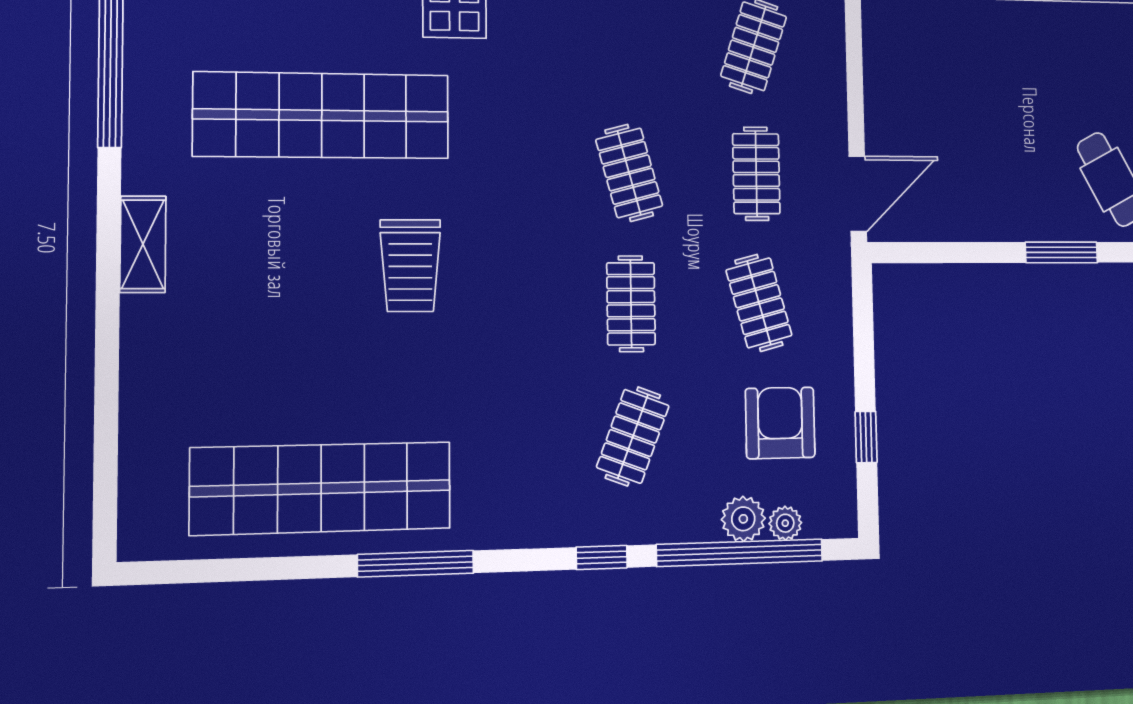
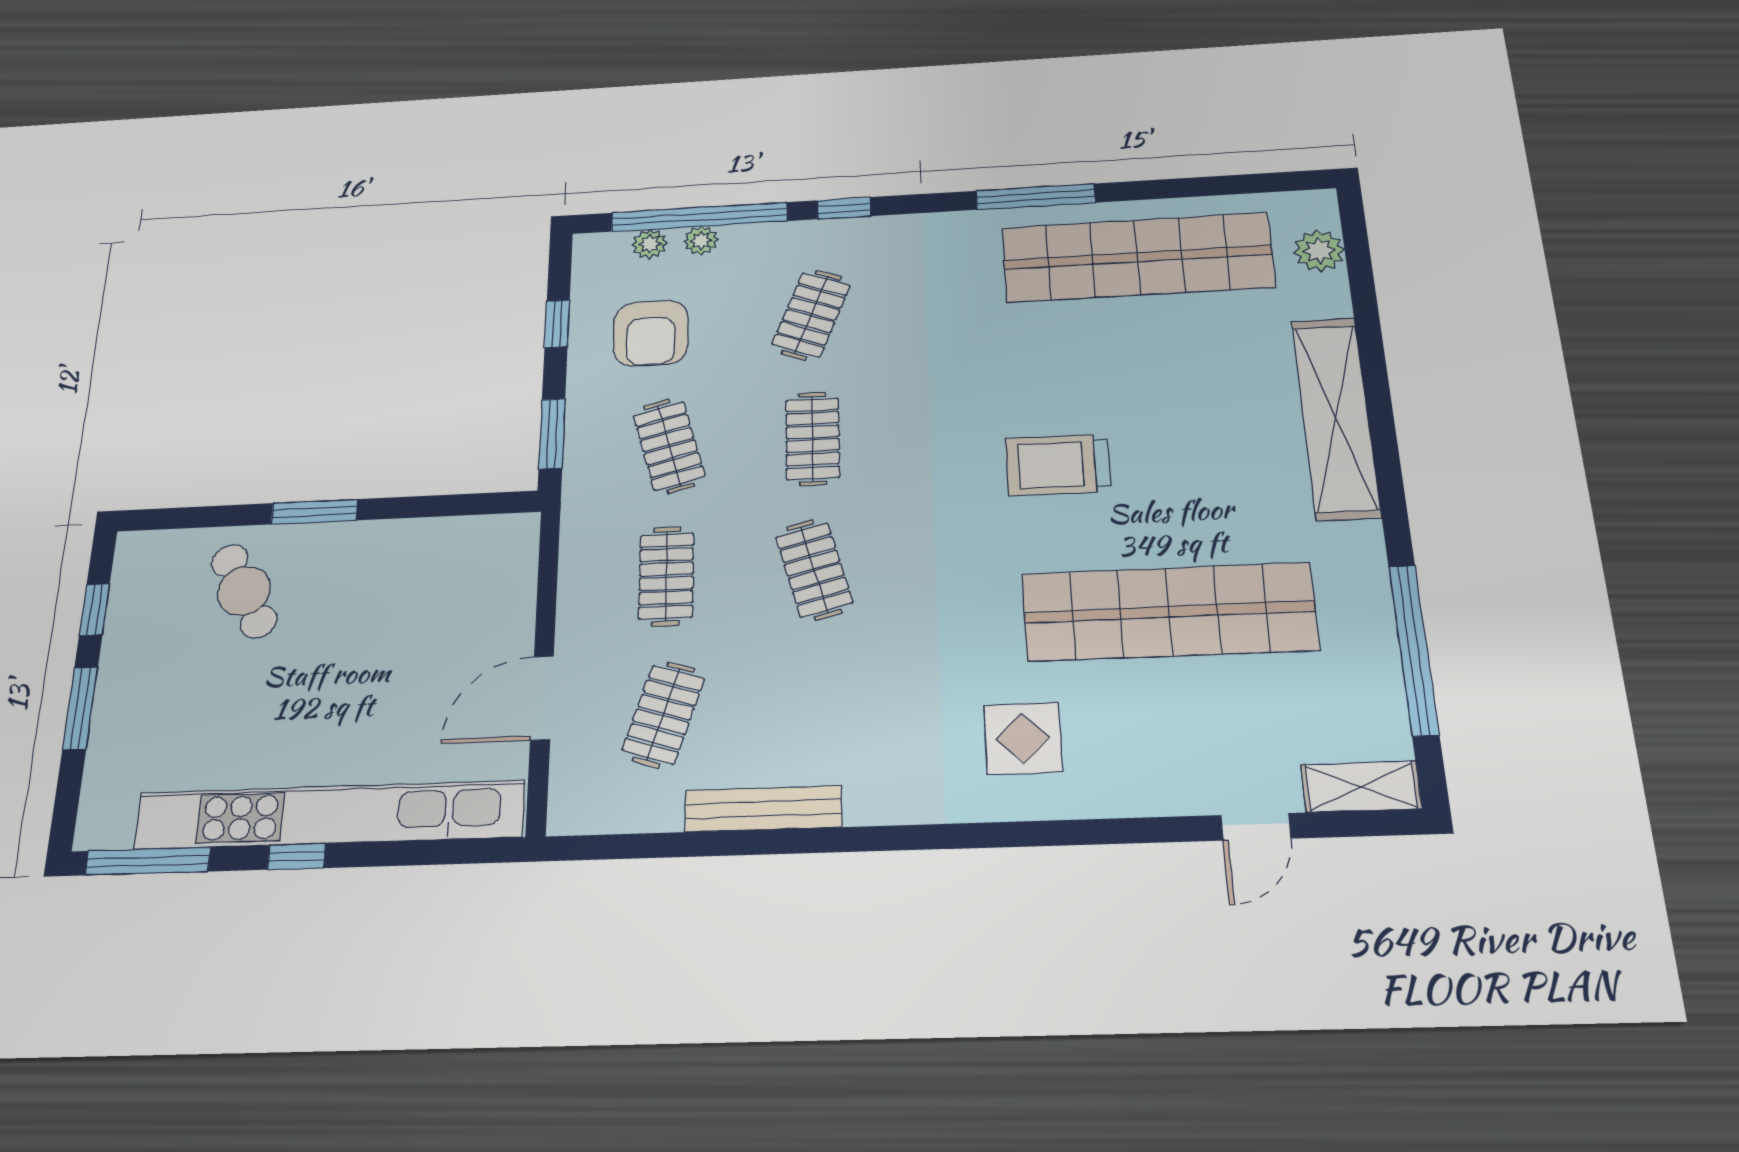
door: (858, 194) -> (542, 698), moved
shelving: (143, 244) -> (1336, 418), width x2.20, depth x1.33
trolley: (410, 266) -> (1058, 465), turned -90
window: (863, 320) -> (552, 434), added
plant: (143, 489) -> (1319, 251), added
plant: (743, 519) -> (701, 240), width x0.73, depth x0.73

